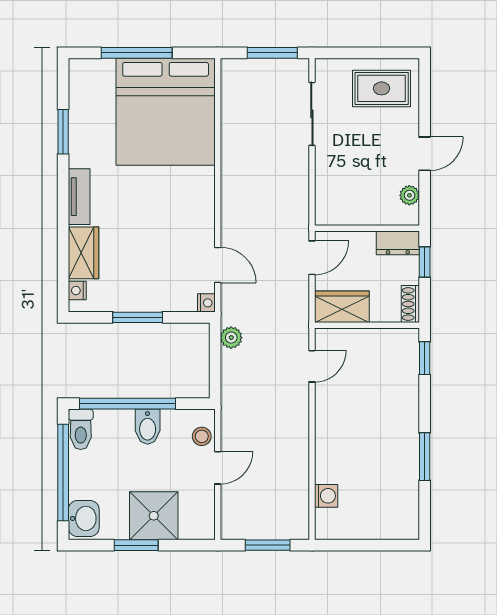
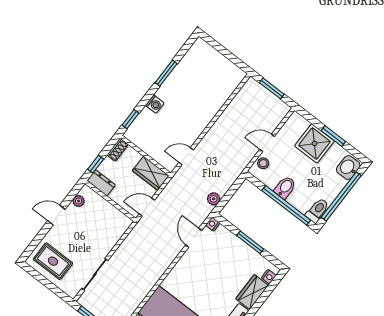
washing machine: (326, 496) -> (155, 104), moved, turned 180

